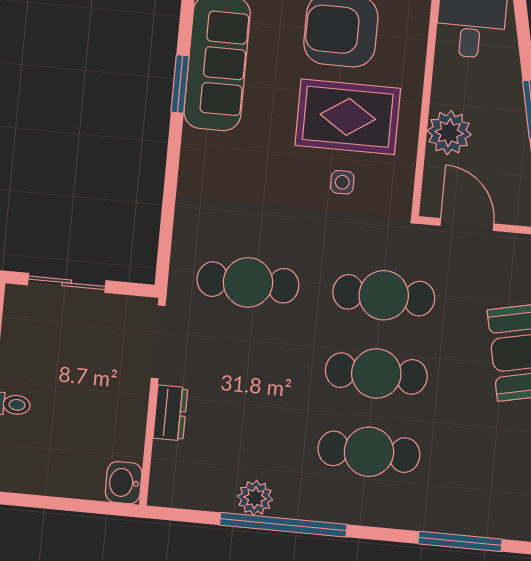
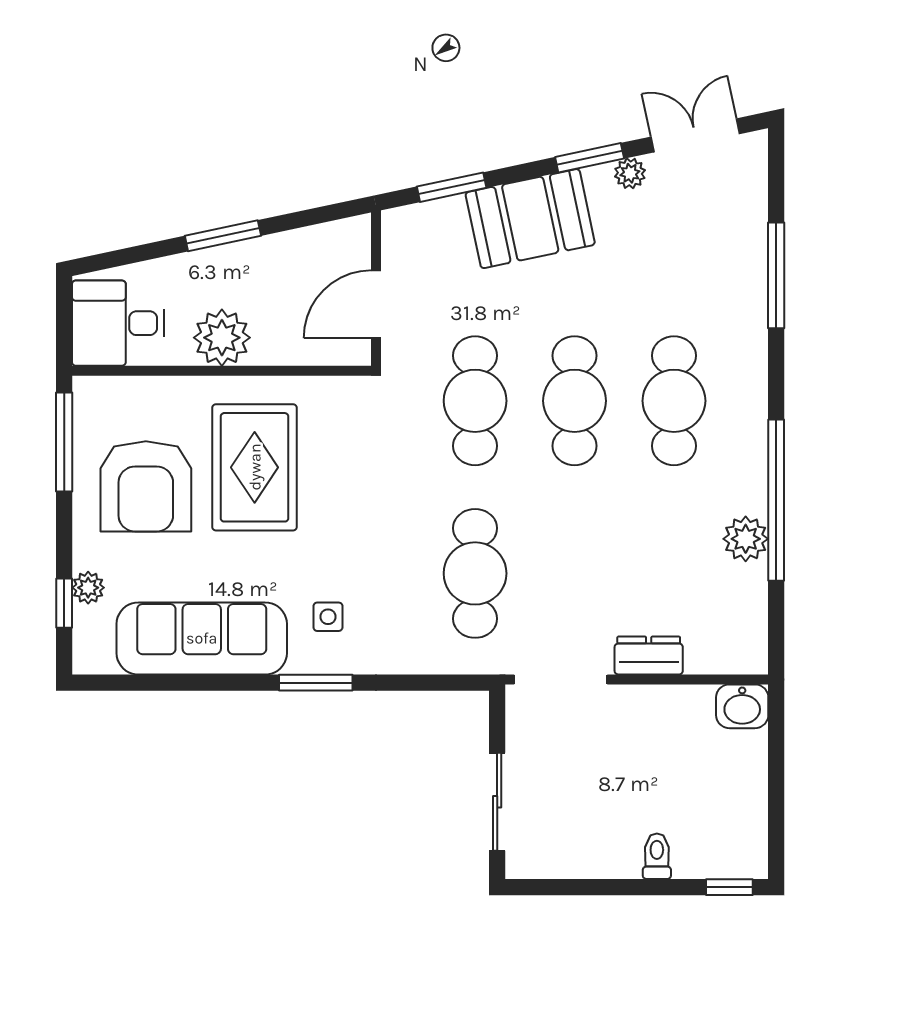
window: (180, 84) -> (316, 683), moved
plant: (449, 133) -> (222, 338), moved
side table: (342, 182) -> (328, 617), moved

